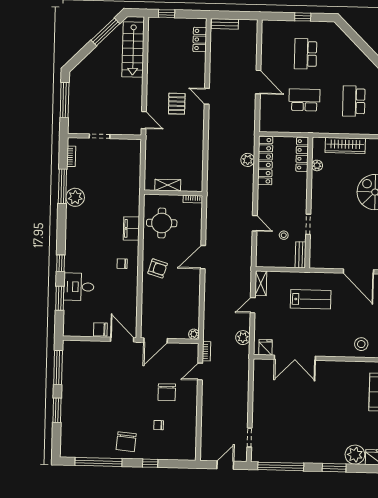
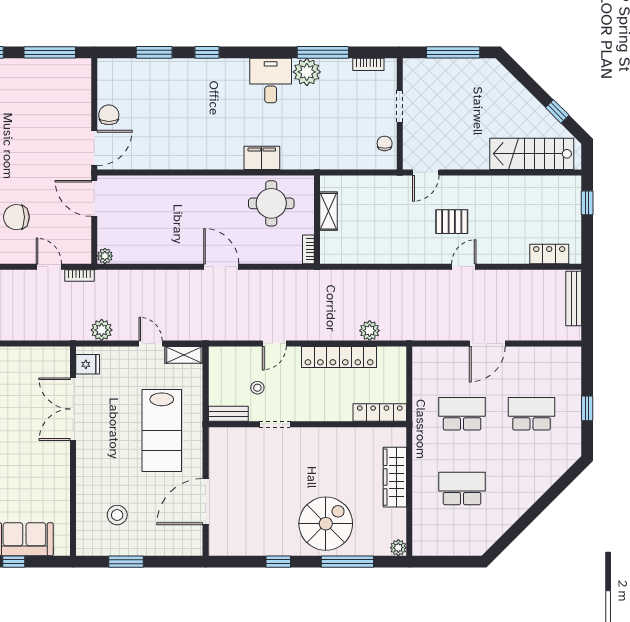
bench: (225, 24) -> (574, 299), width x1.36
window: (105, 32) -> (557, 111), width x0.46
school desk: (304, 100) -> (462, 414), turned -90
locker: (265, 161) -> (339, 357), moved
plant: (317, 165) -> (364, 435), removed
chair: (122, 264) -> (385, 143), moved
armchair: (158, 268) -> (203, 199), removed
desk: (79, 287) -> (271, 81), moved
lab bench: (311, 299) -> (162, 431), width x1.36, depth x1.39
stool: (361, 344) -> (117, 515), moved

